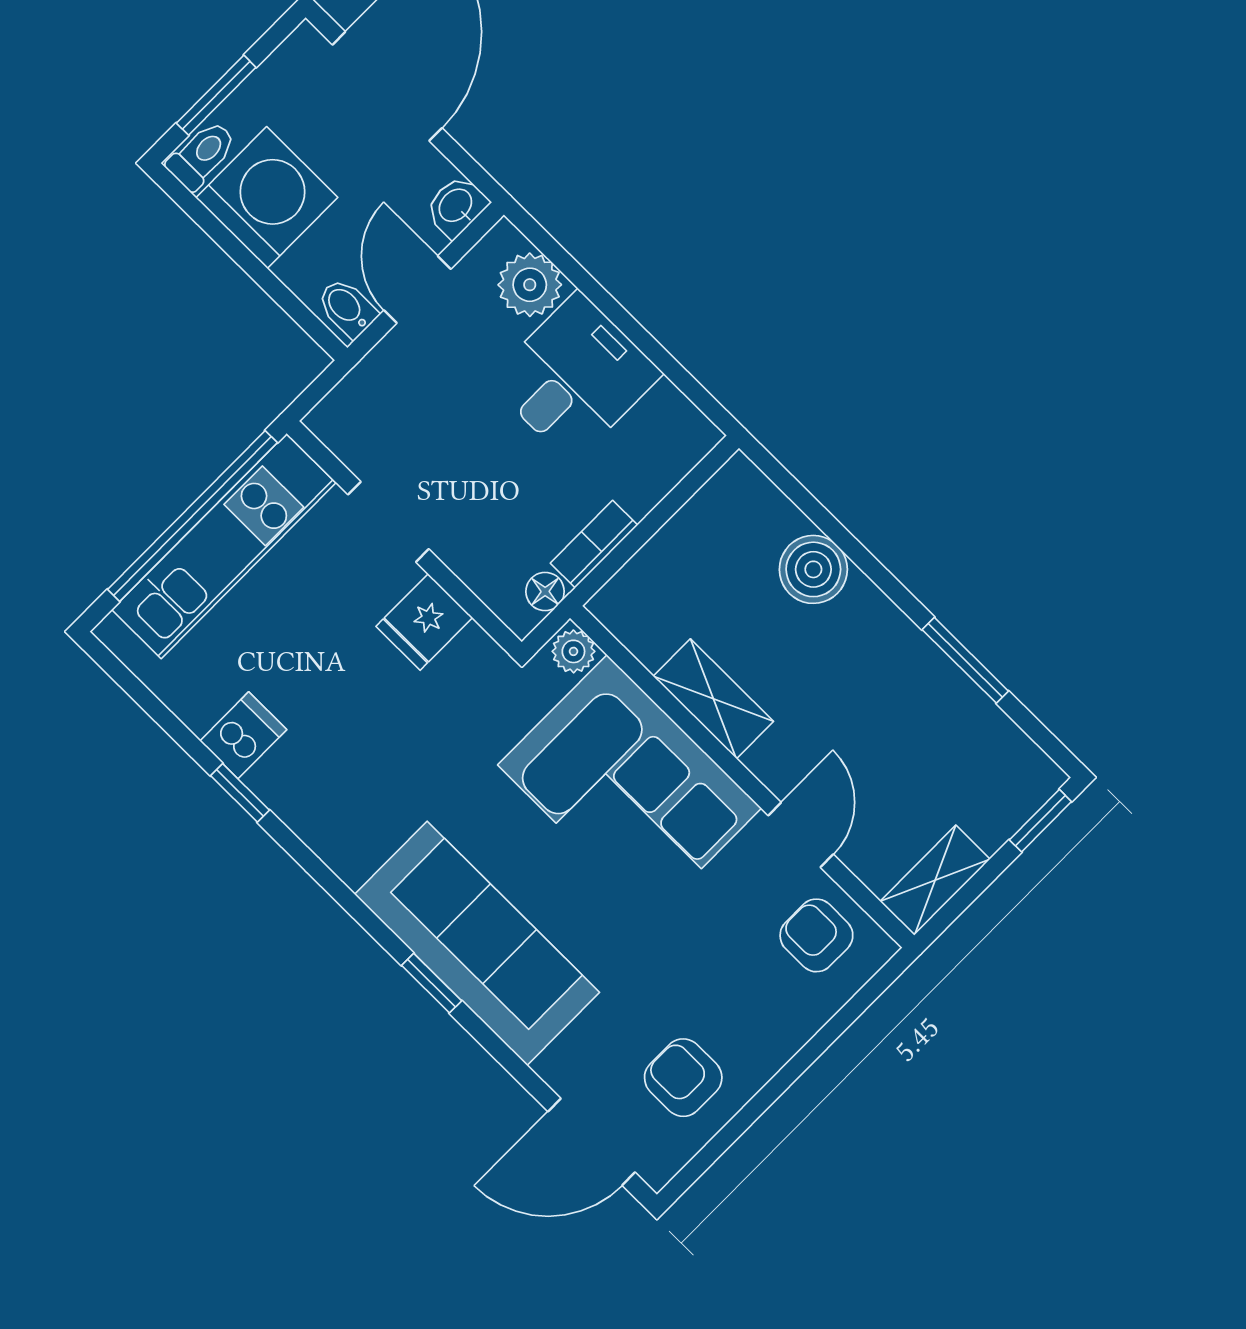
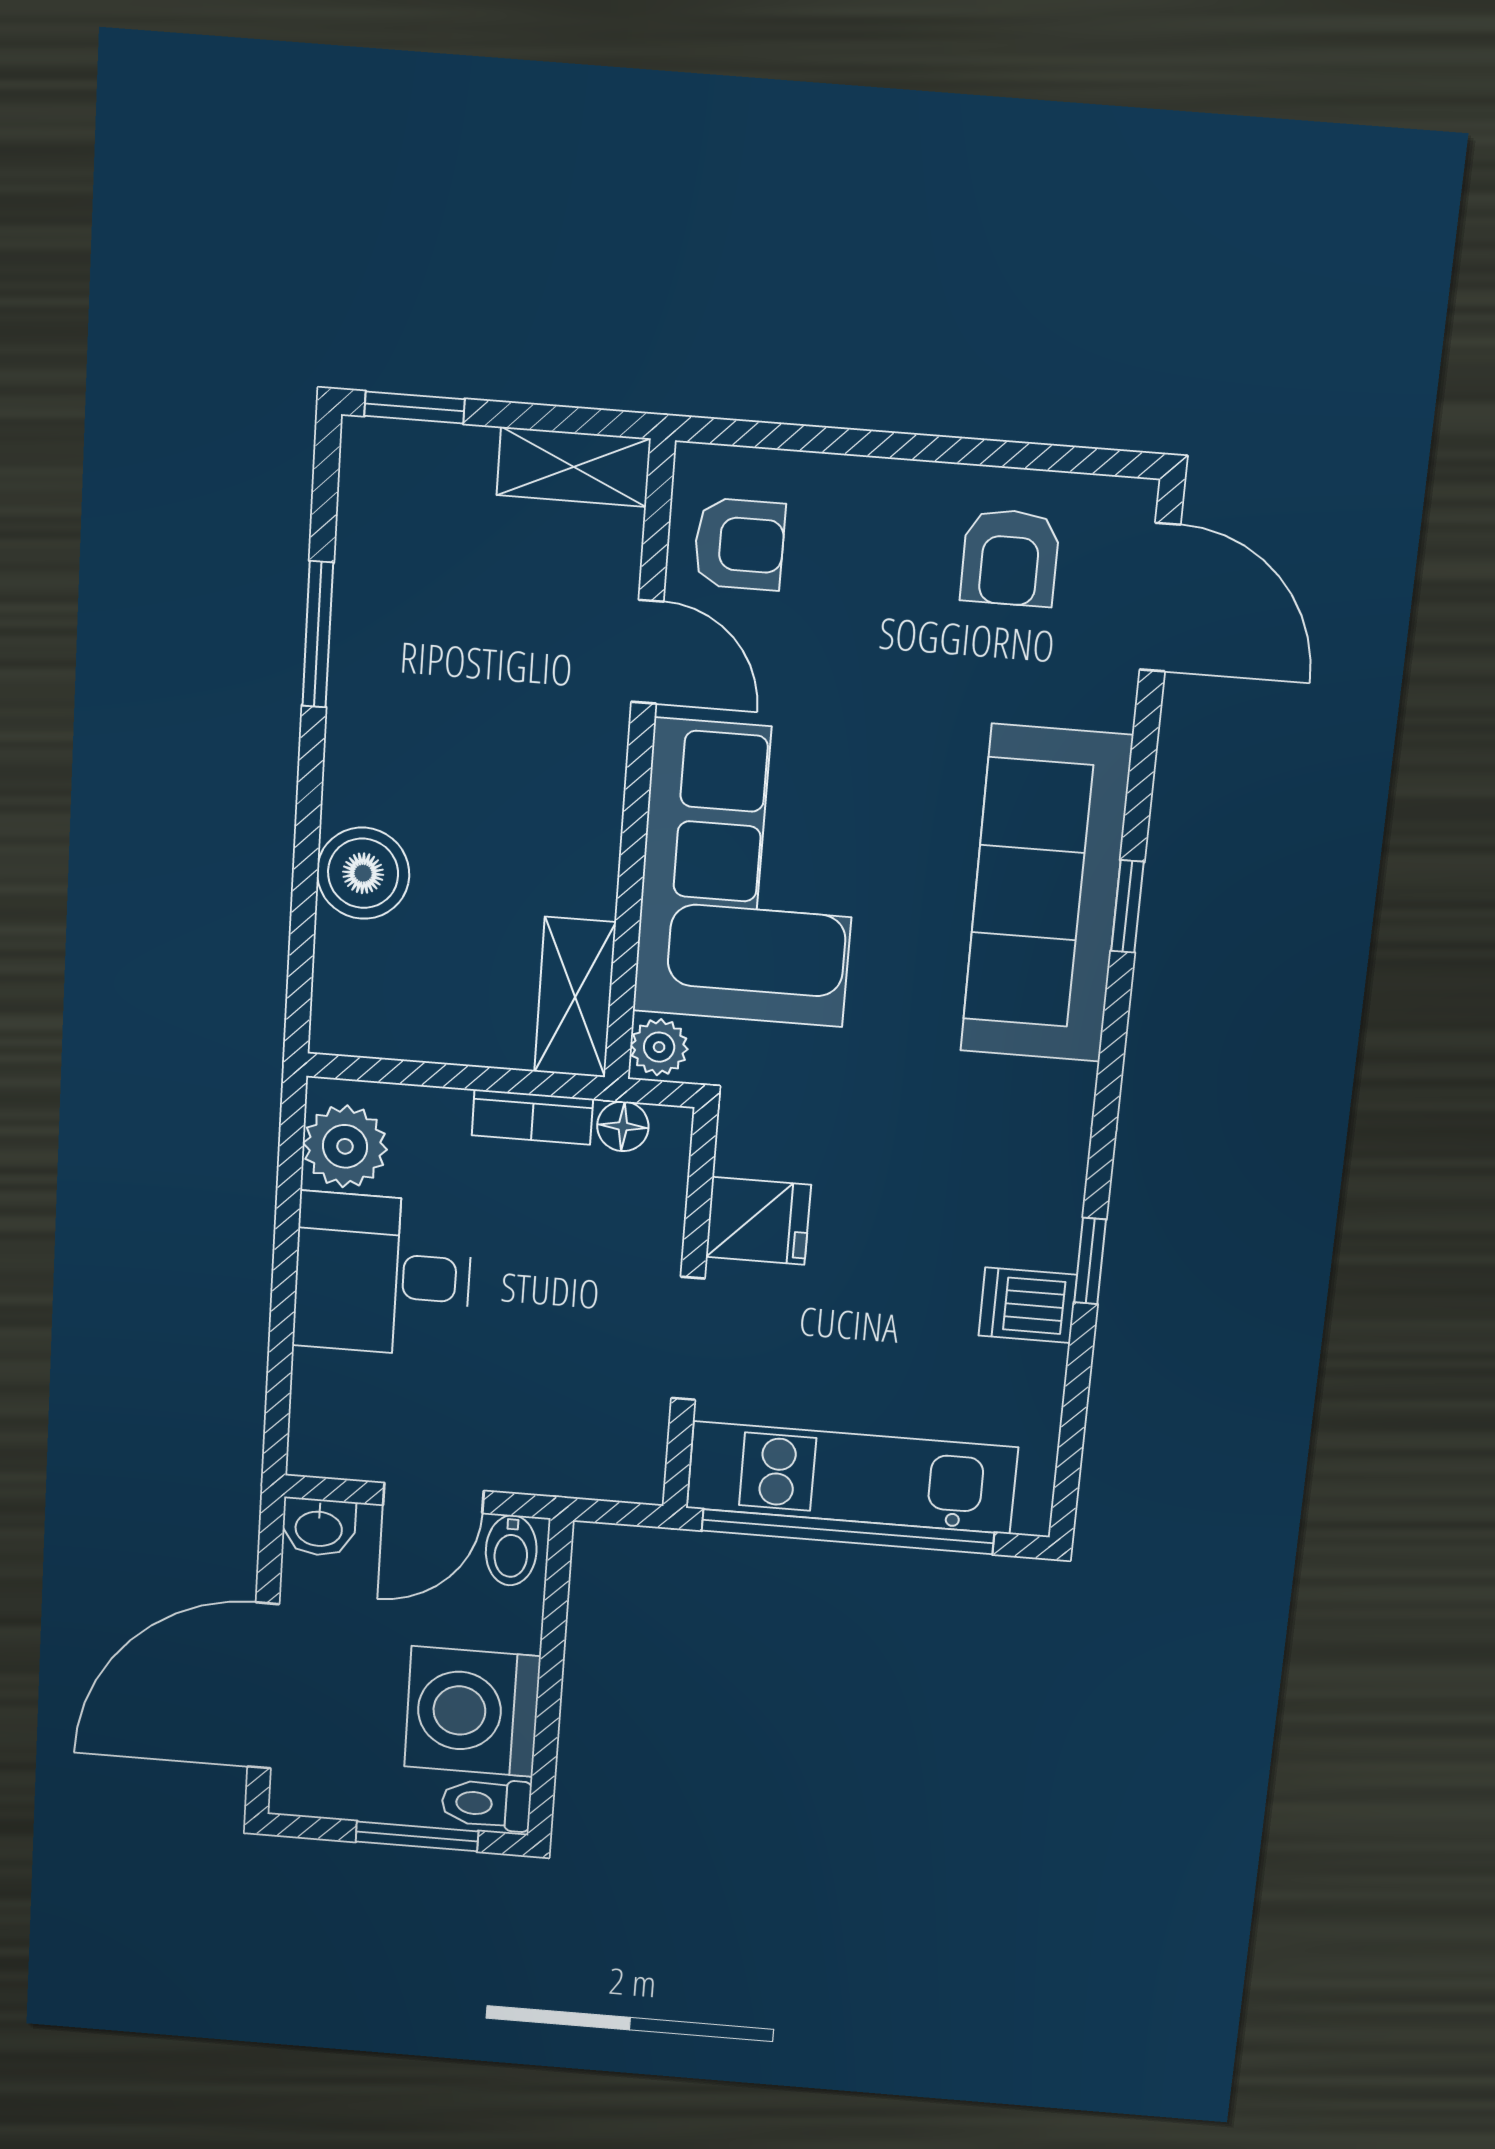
plant: (530, 285) -> (345, 1146), moved
shelving: (713, 699) -> (575, 997), moved
door: (801, 835) -> (647, 652), swing flipped
armchair: (816, 935) -> (739, 544), turned -90

